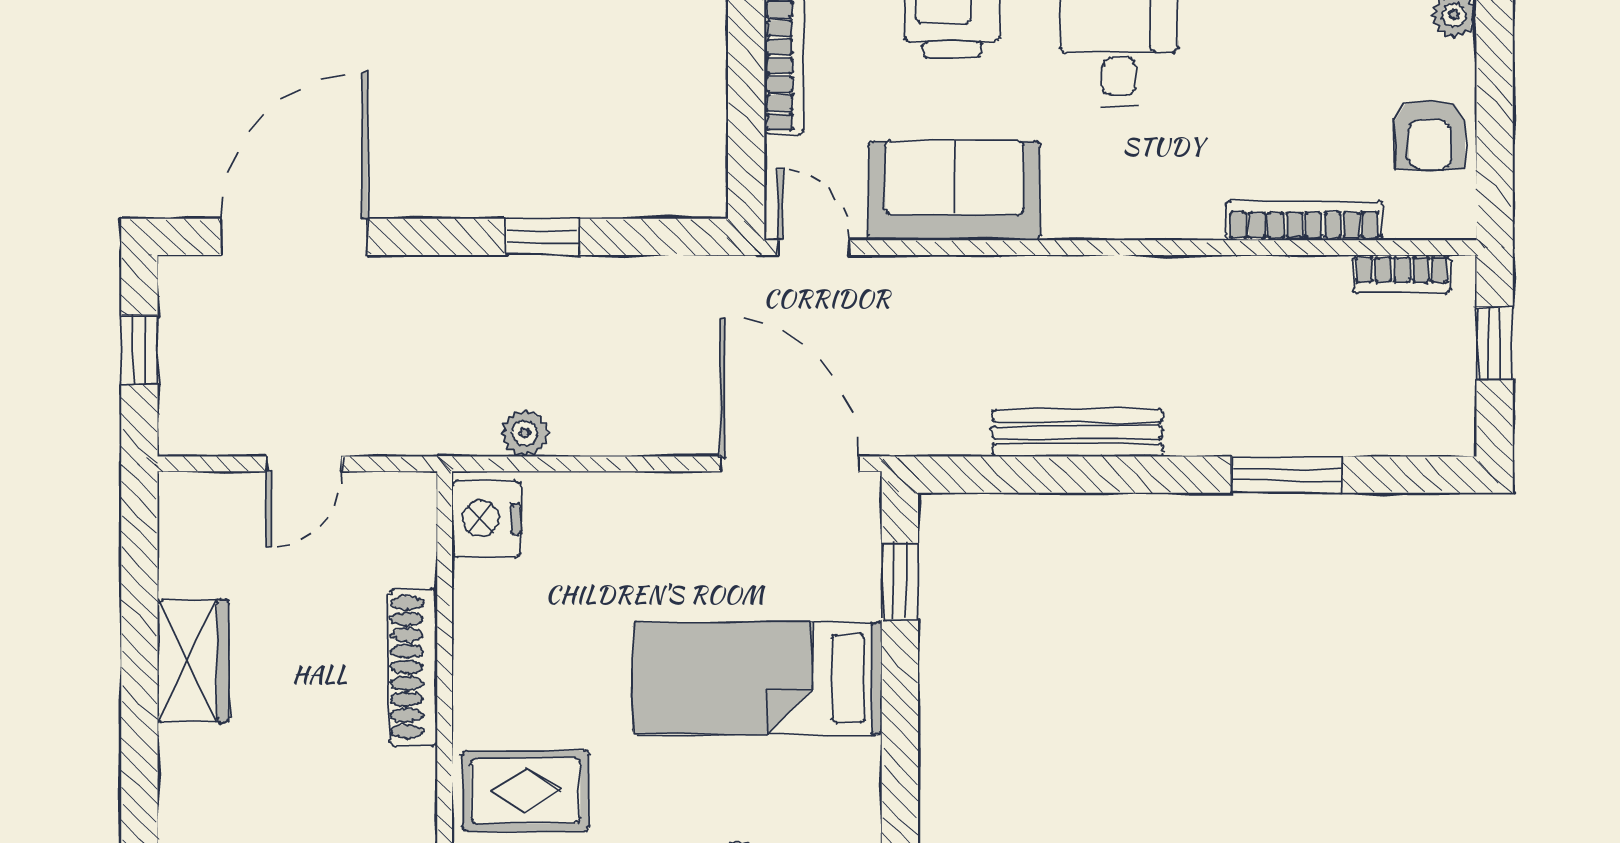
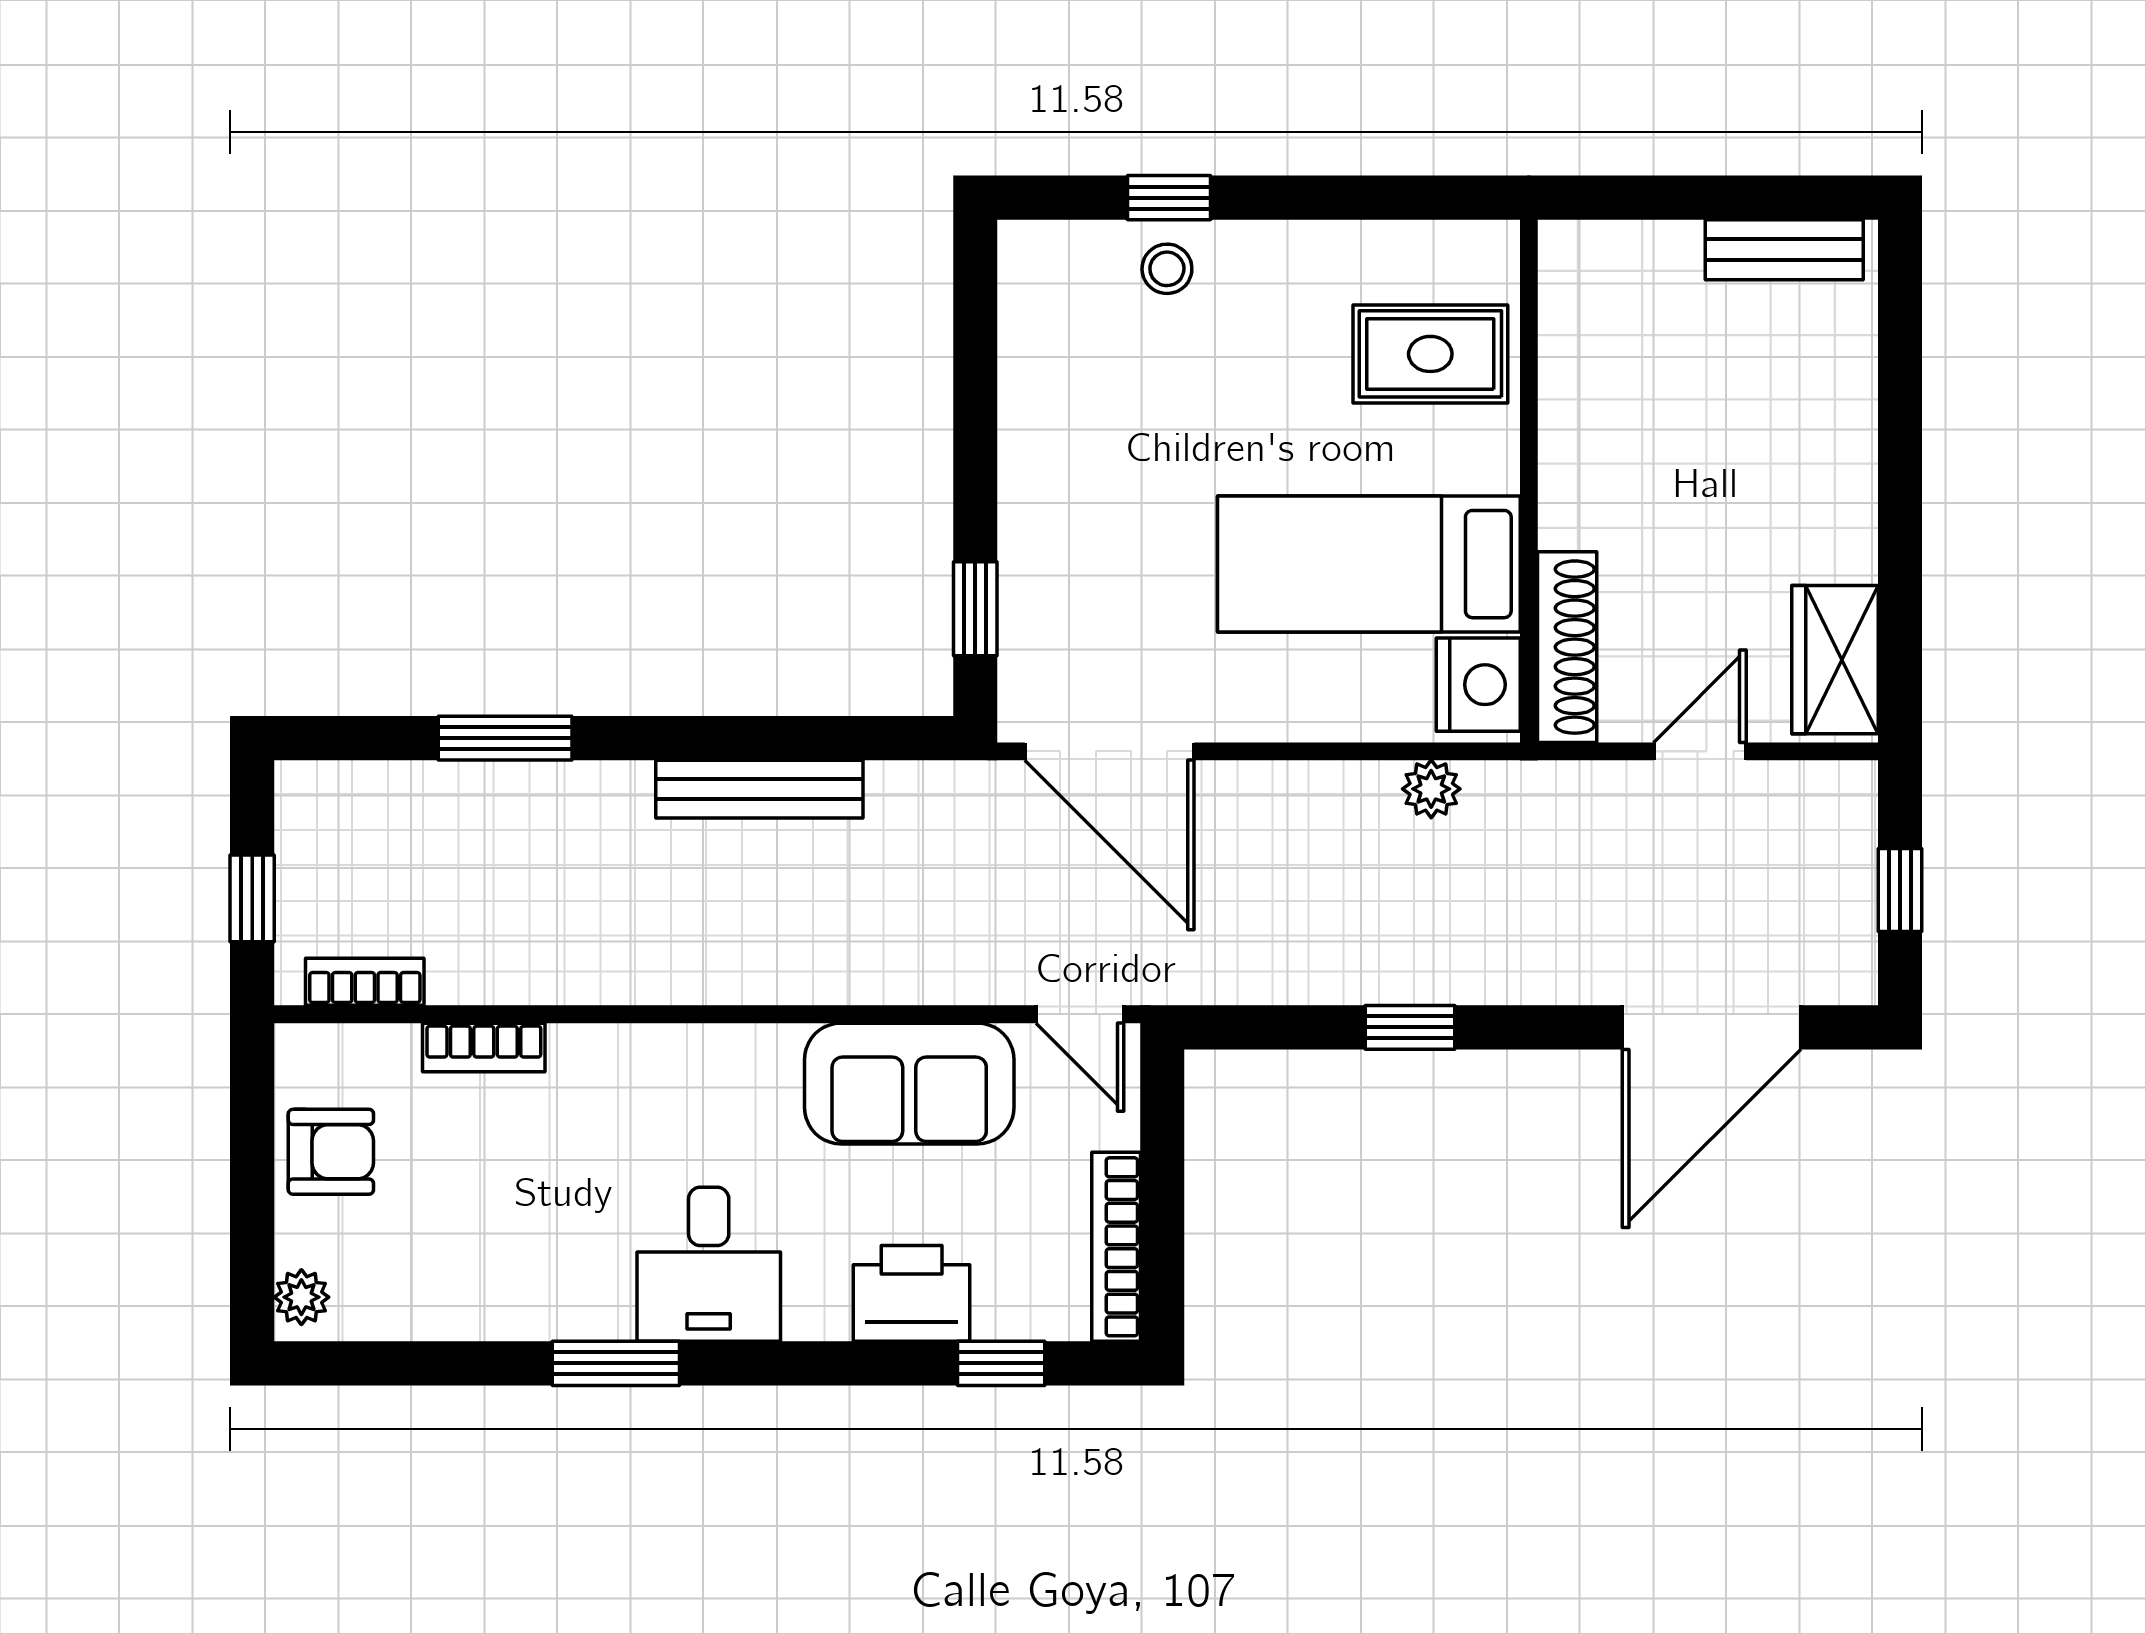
armchair: (1430, 135) -> (331, 1152), turned 90
bookcase: (1304, 220) -> (484, 1047), width x0.64
wardrobe: (193, 661) -> (1835, 660), moved
shoe rack: (413, 667) -> (1567, 647), moved
bed: (758, 678) -> (1369, 564), moved, turned 180

